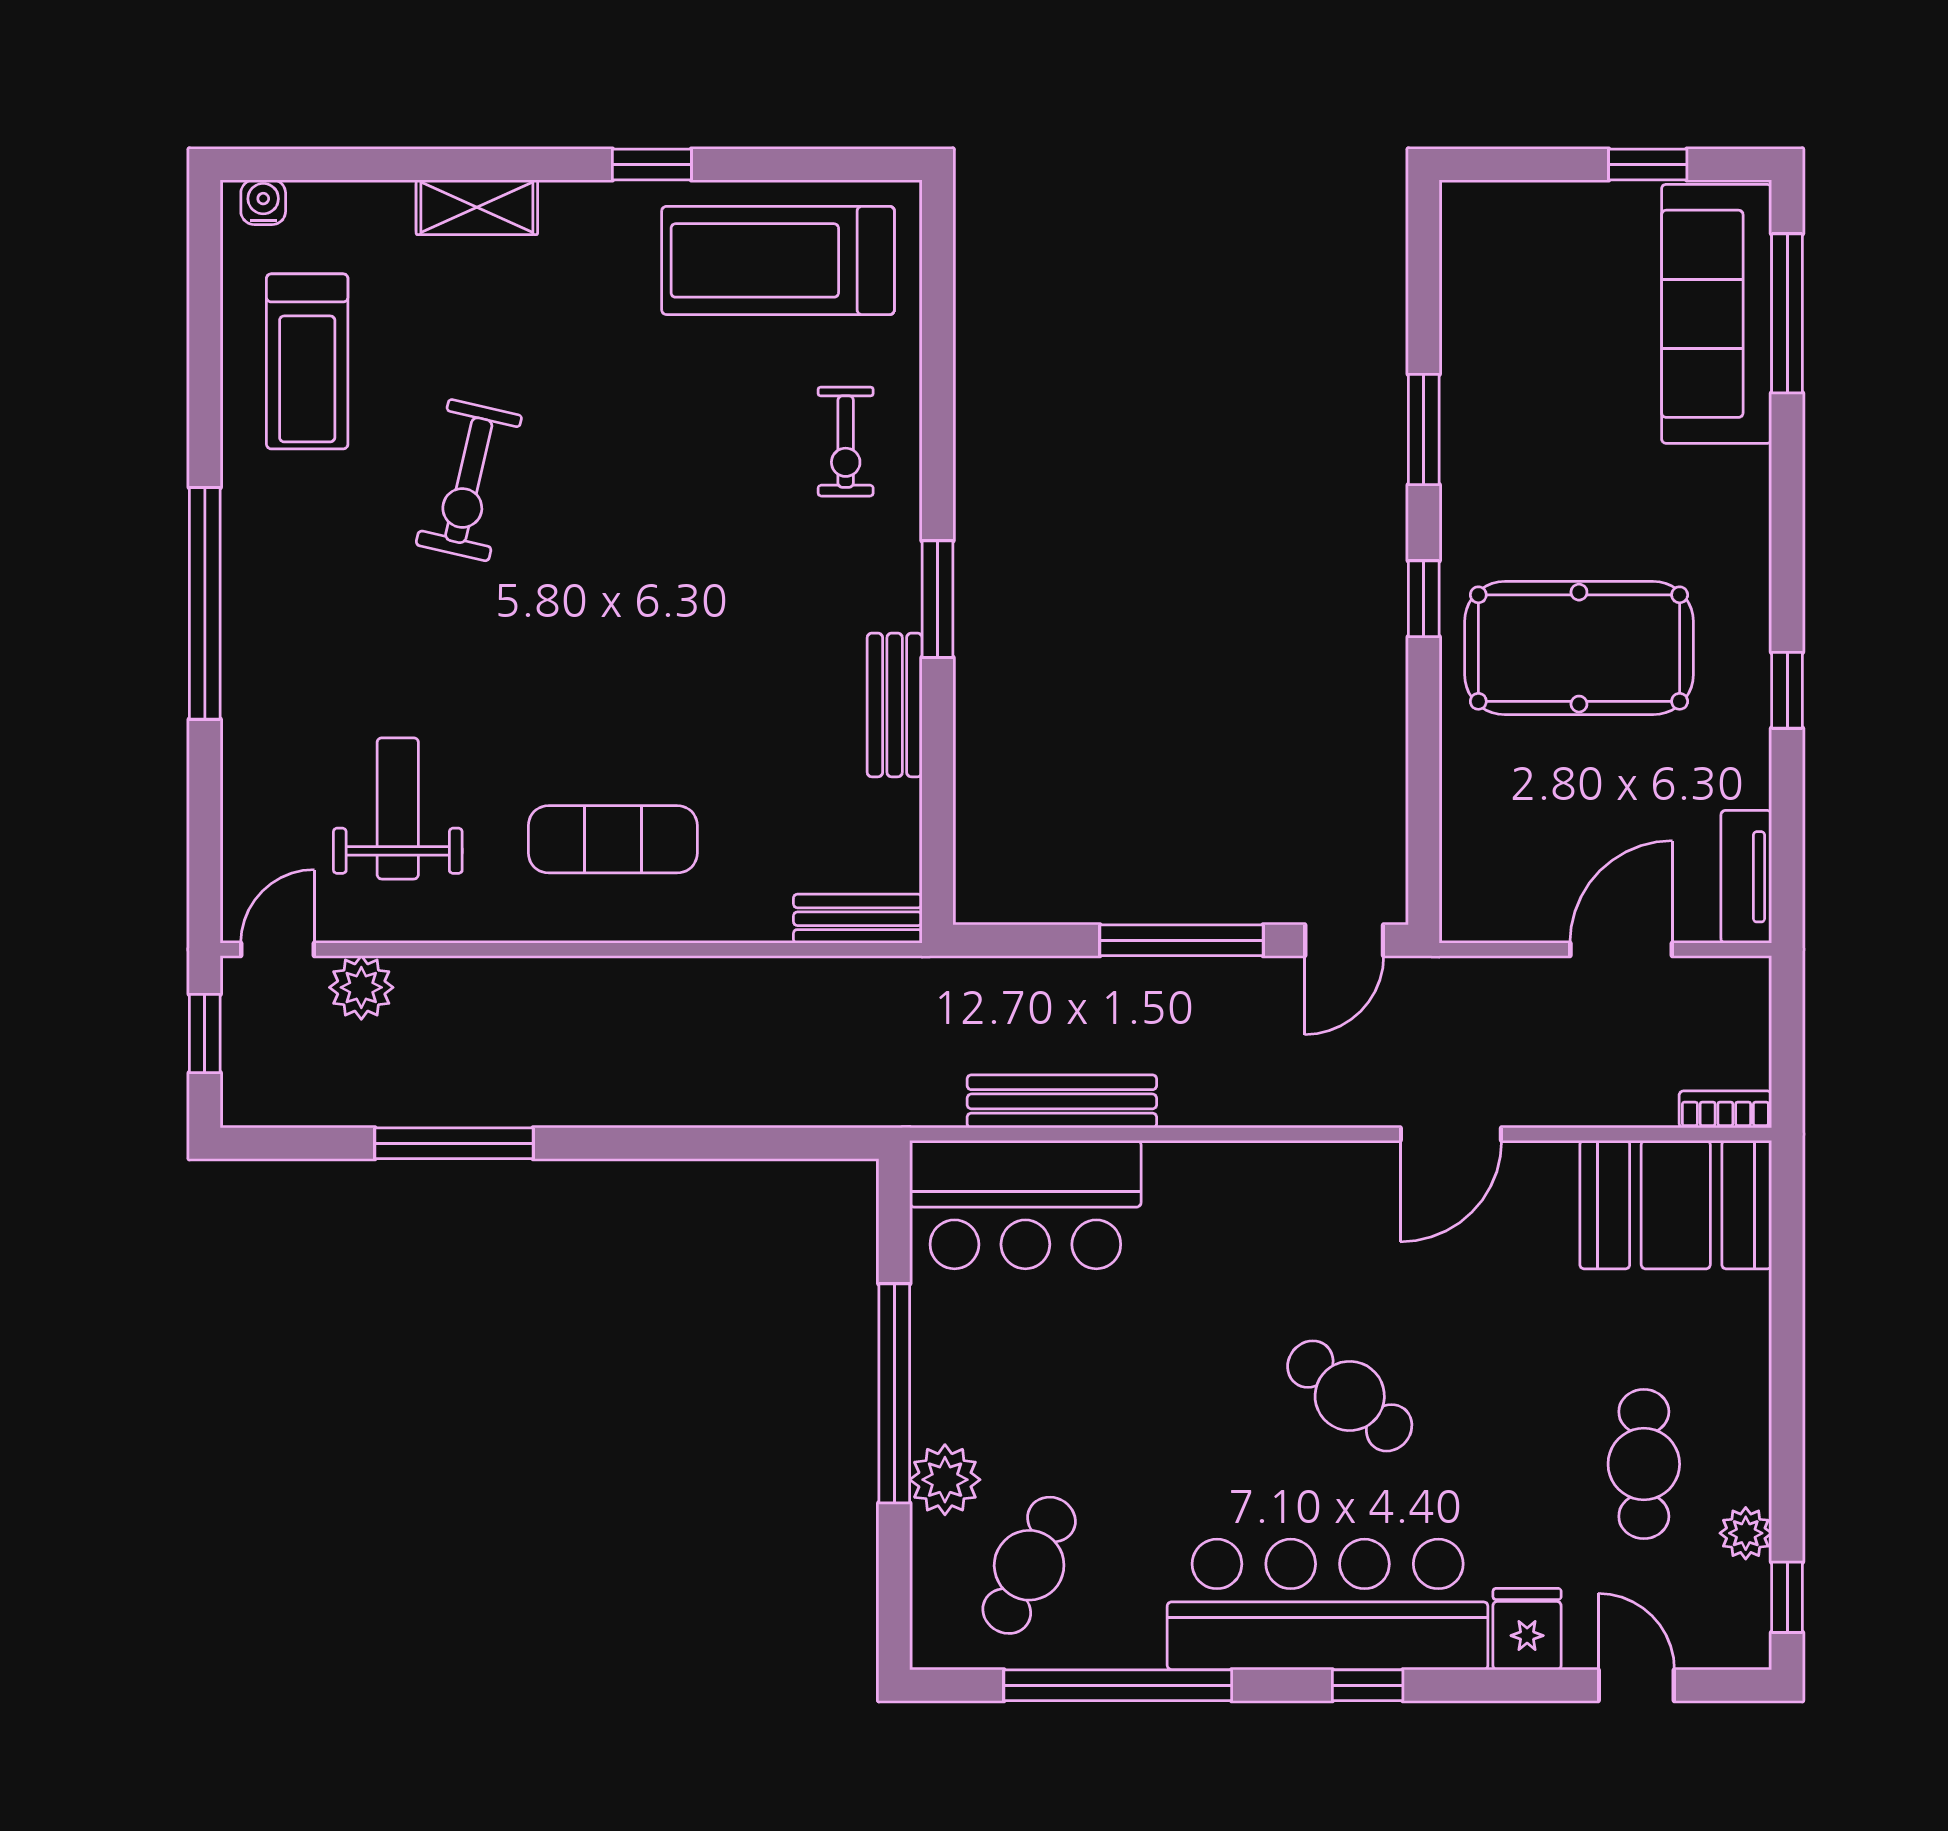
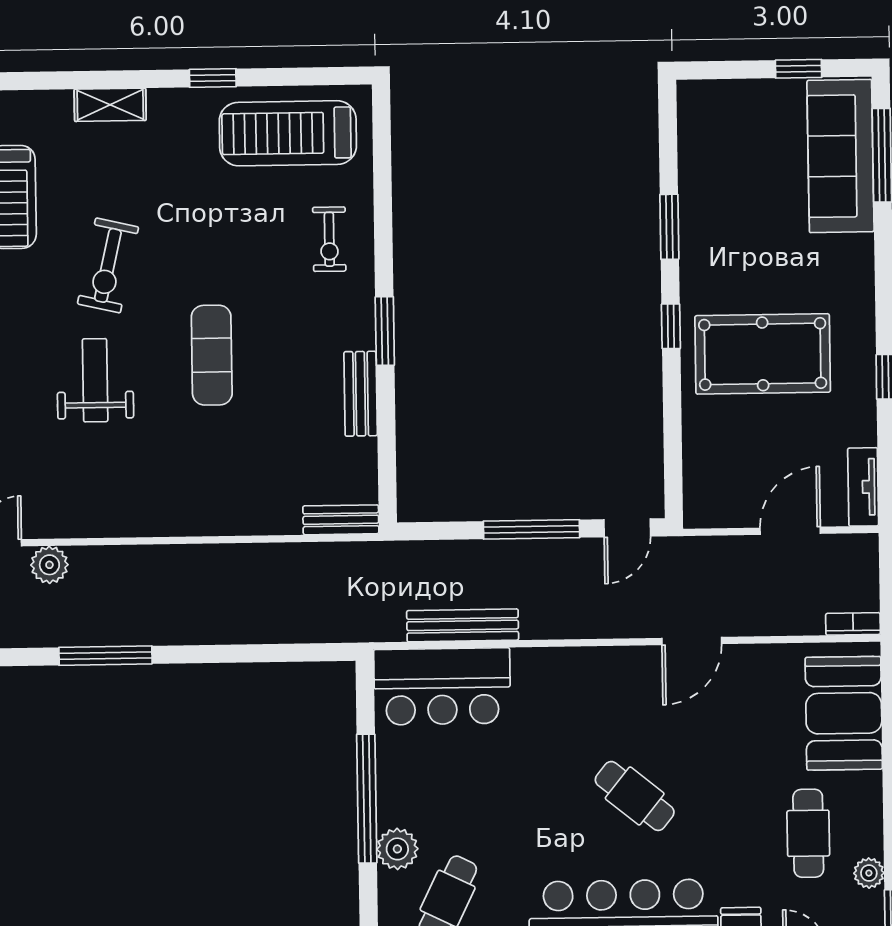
weight bench: (398, 808) -> (95, 380), moved
exercise mat: (613, 839) -> (212, 355), moved, turned 90
booth: (1676, 1205) -> (844, 713), moved, turned 90

